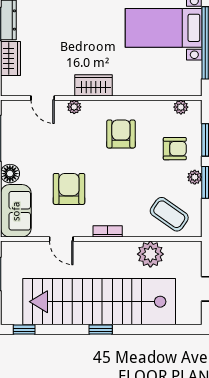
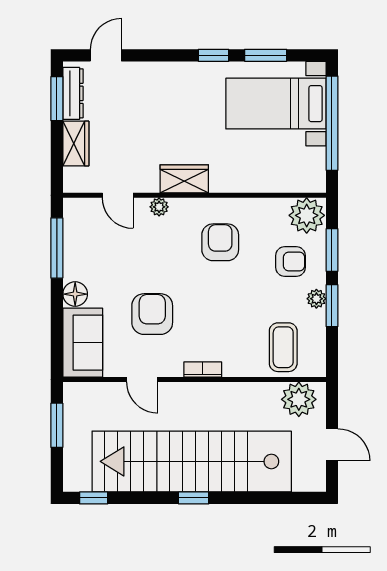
plant: (181, 107) -> (307, 215), width x1.88, depth x1.88
coffee table: (169, 214) -> (283, 347), turned 55
plant: (150, 254) -> (299, 399), moved

